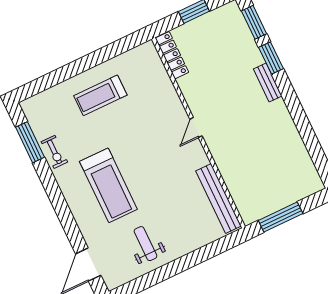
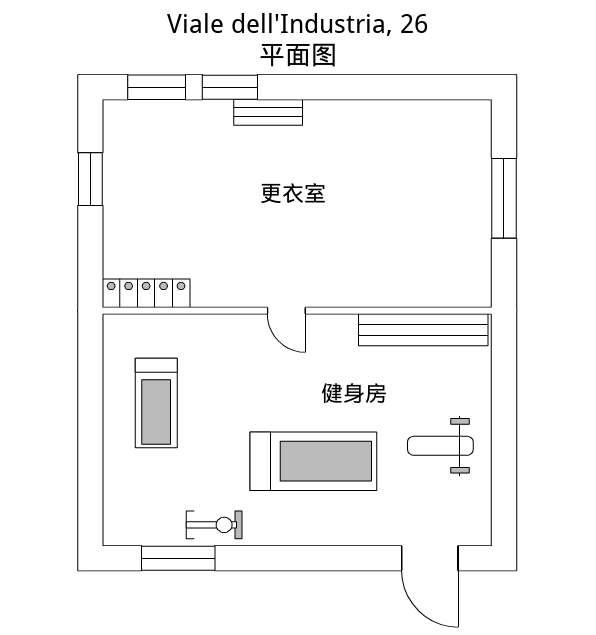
locker: (172, 55) -> (146, 293), moved
door: (196, 127) -> (286, 311), moved
wall: (198, 133) -> (297, 311), moved
bench: (218, 198) -> (423, 330), moved

